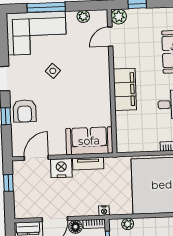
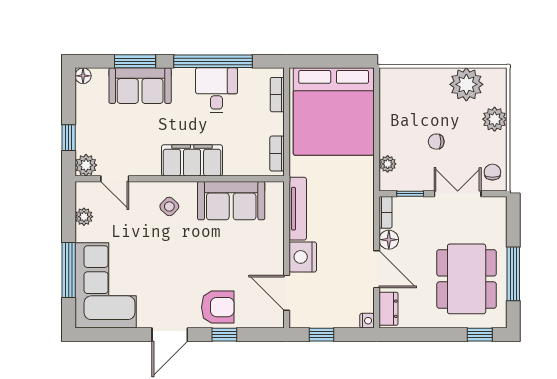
side table: (53, 71) -> (169, 206), moved
sofa: (89, 141) -> (231, 201), moved, turned -90
bookcase: (132, 148) -> (277, 154), added
tv unit: (88, 164) -> (298, 209), width x1.41
nightstand: (104, 211) -> (367, 321), moved

